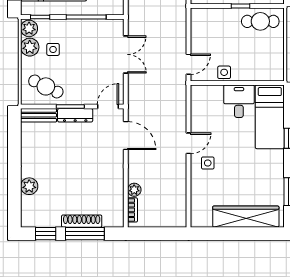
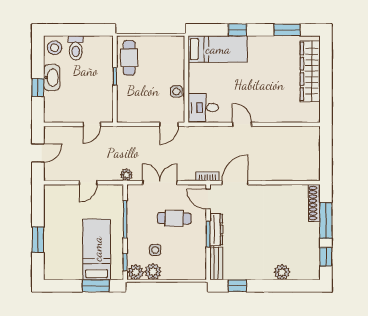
door: (189, 64) -> (169, 124), swing flipped
cafe table: (46, 86) -> (174, 218), moved, turned 65
desk: (239, 101) -> (203, 108), moved
window: (14, 138) -> (237, 286), added
side table: (208, 163) -> (260, 107), removed
plant: (134, 190) -> (126, 175), moved
bookcase: (132, 210) -> (207, 176), moved
shoe rack: (82, 221) -> (314, 203), moved

